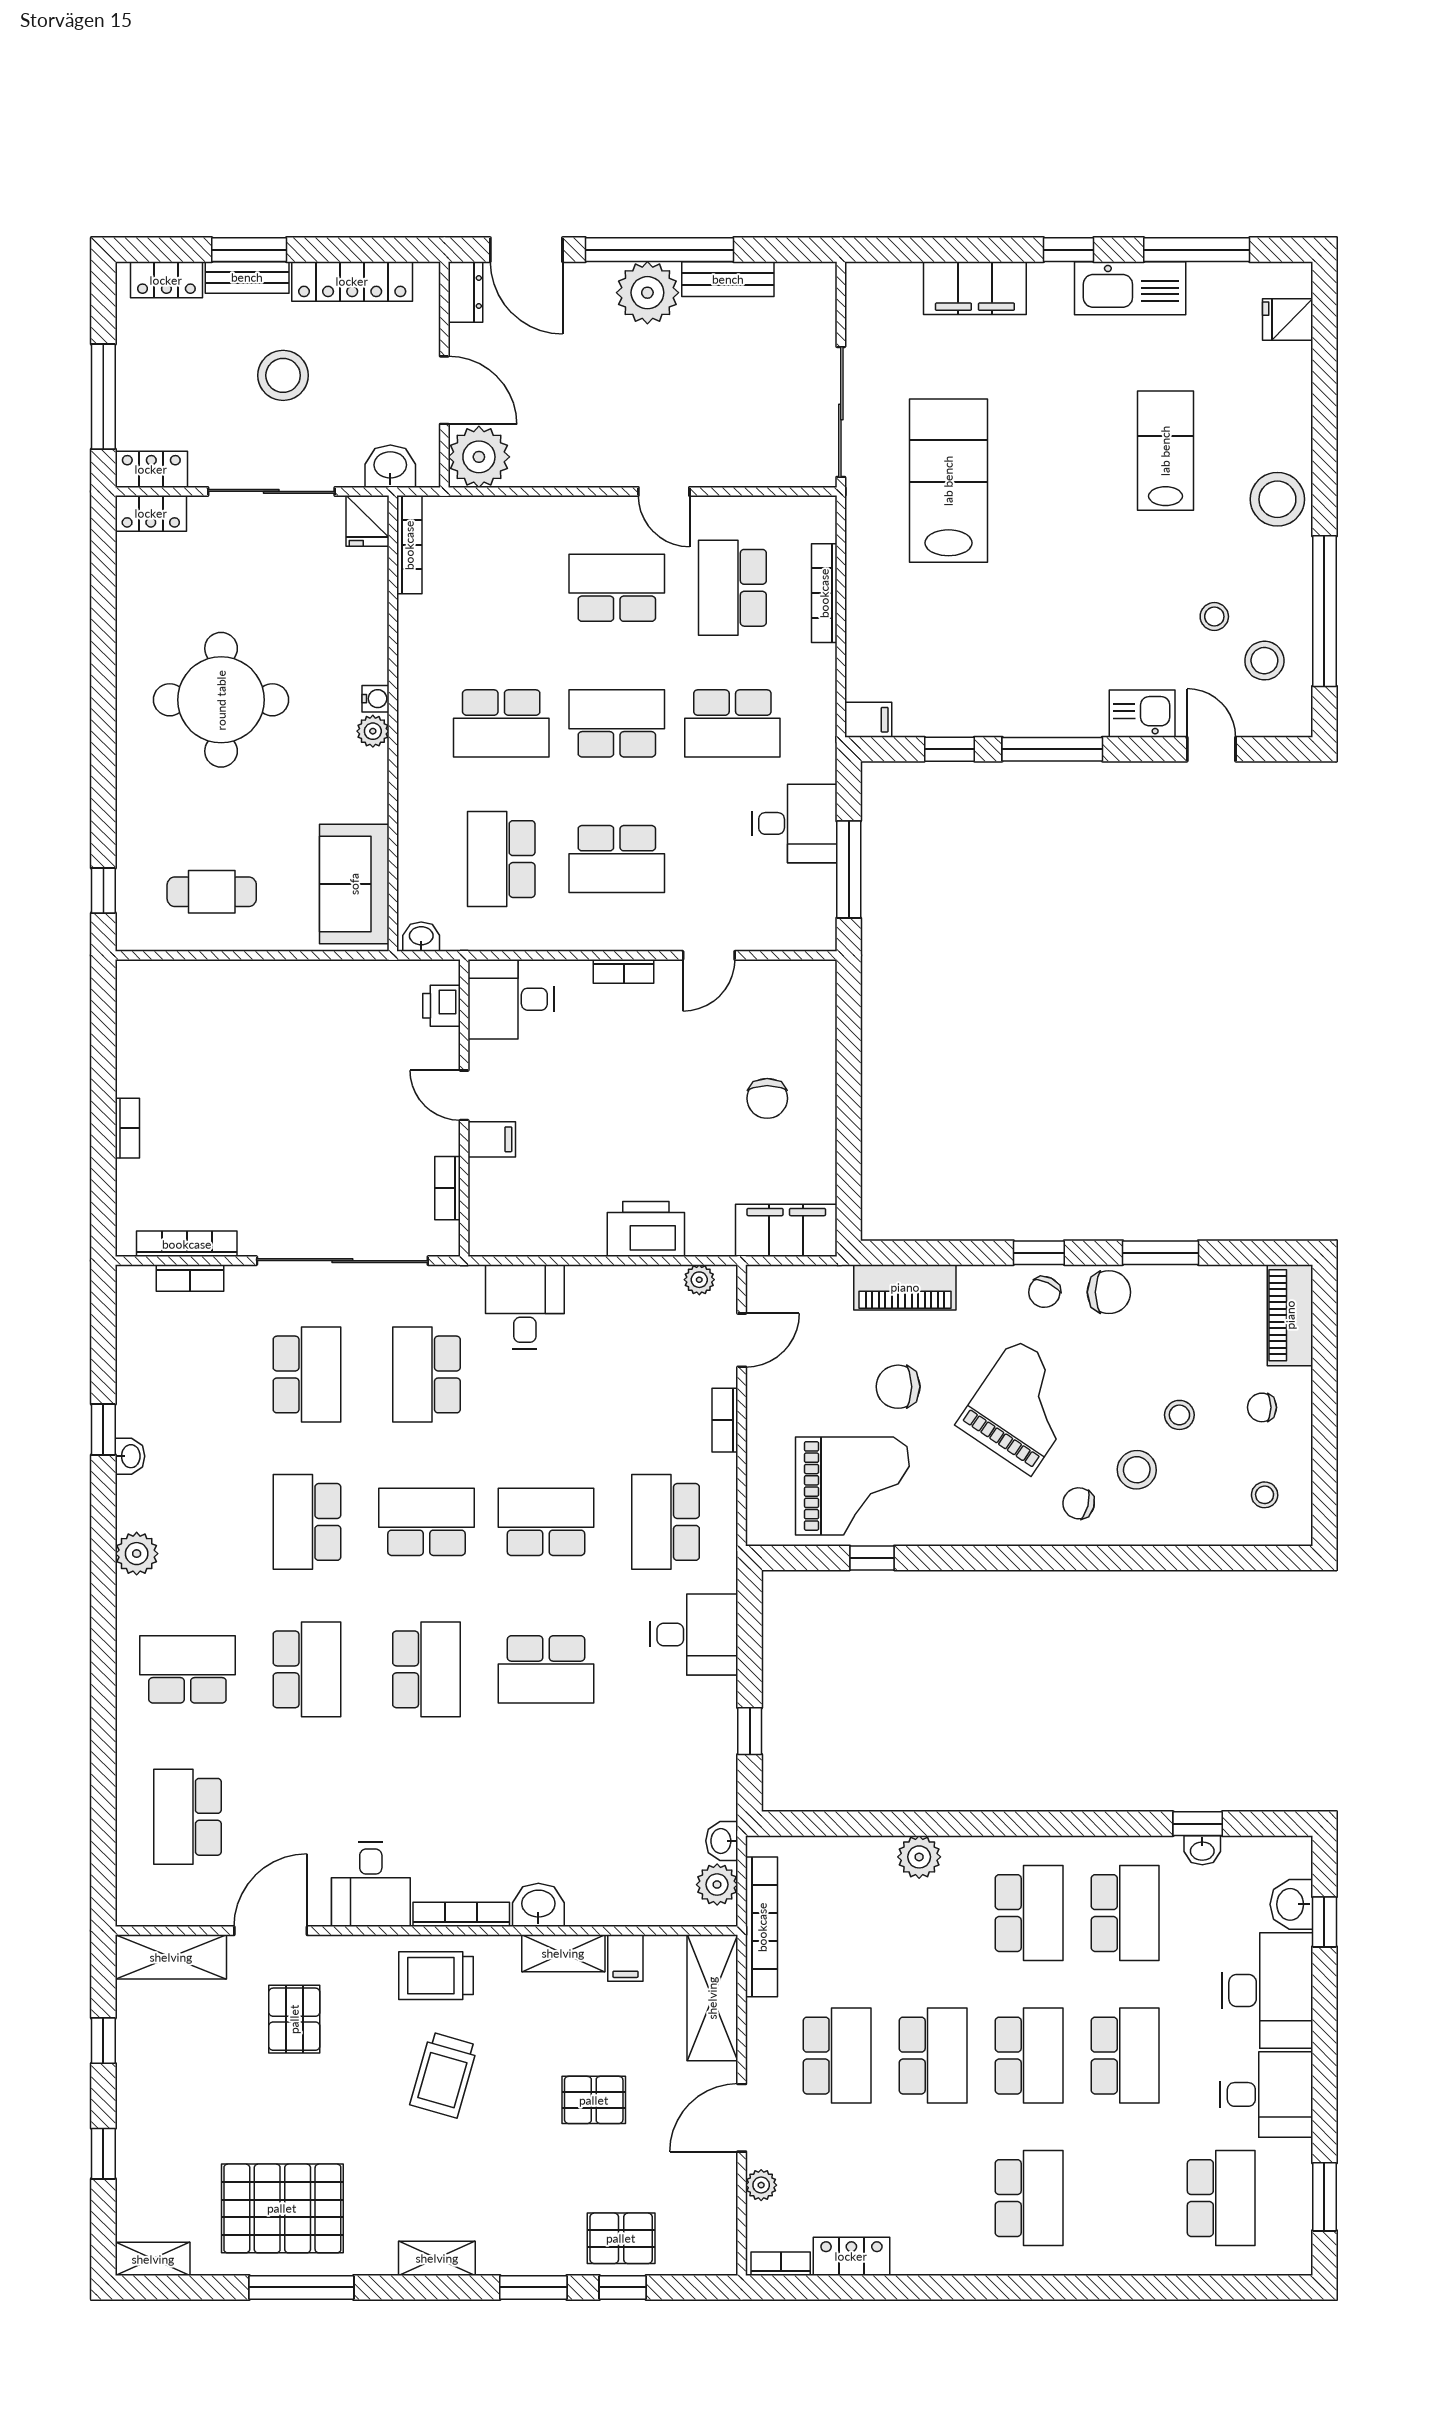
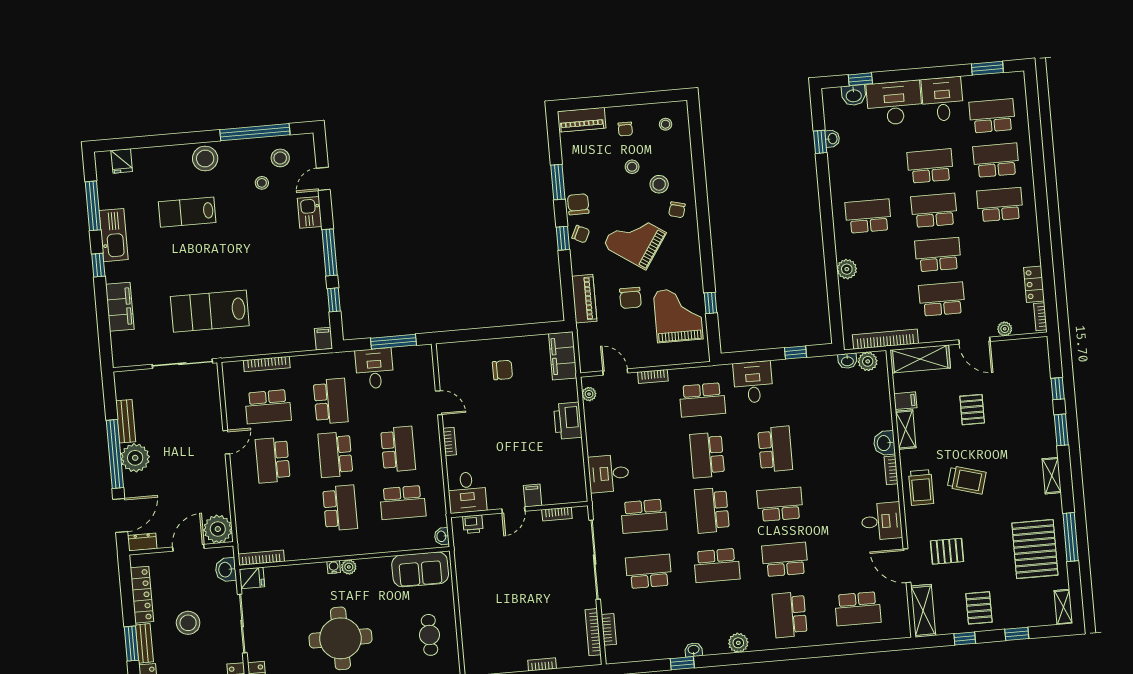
school desk: (1125, 1913) -> (996, 160), moved
bookcase: (461, 1914) -> (891, 470), width x0.64
pallet: (621, 2238) -> (979, 608), moved

